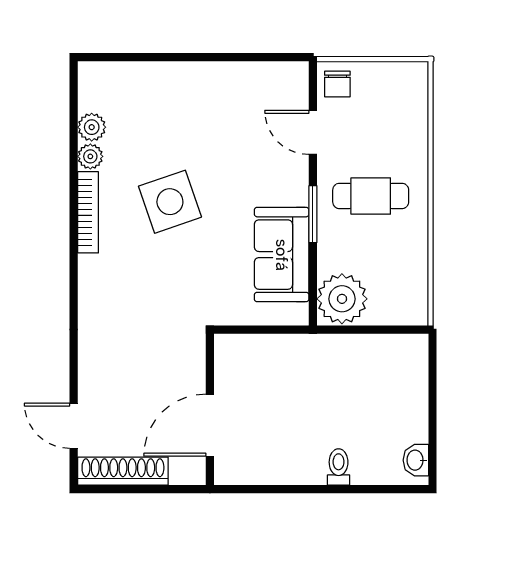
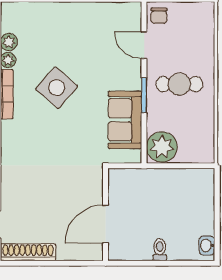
side table: (170, 202) -> (57, 88), turned -30
wall: (210, 409) -> (105, 214), moved
door: (210, 425) -> (105, 224), moved

